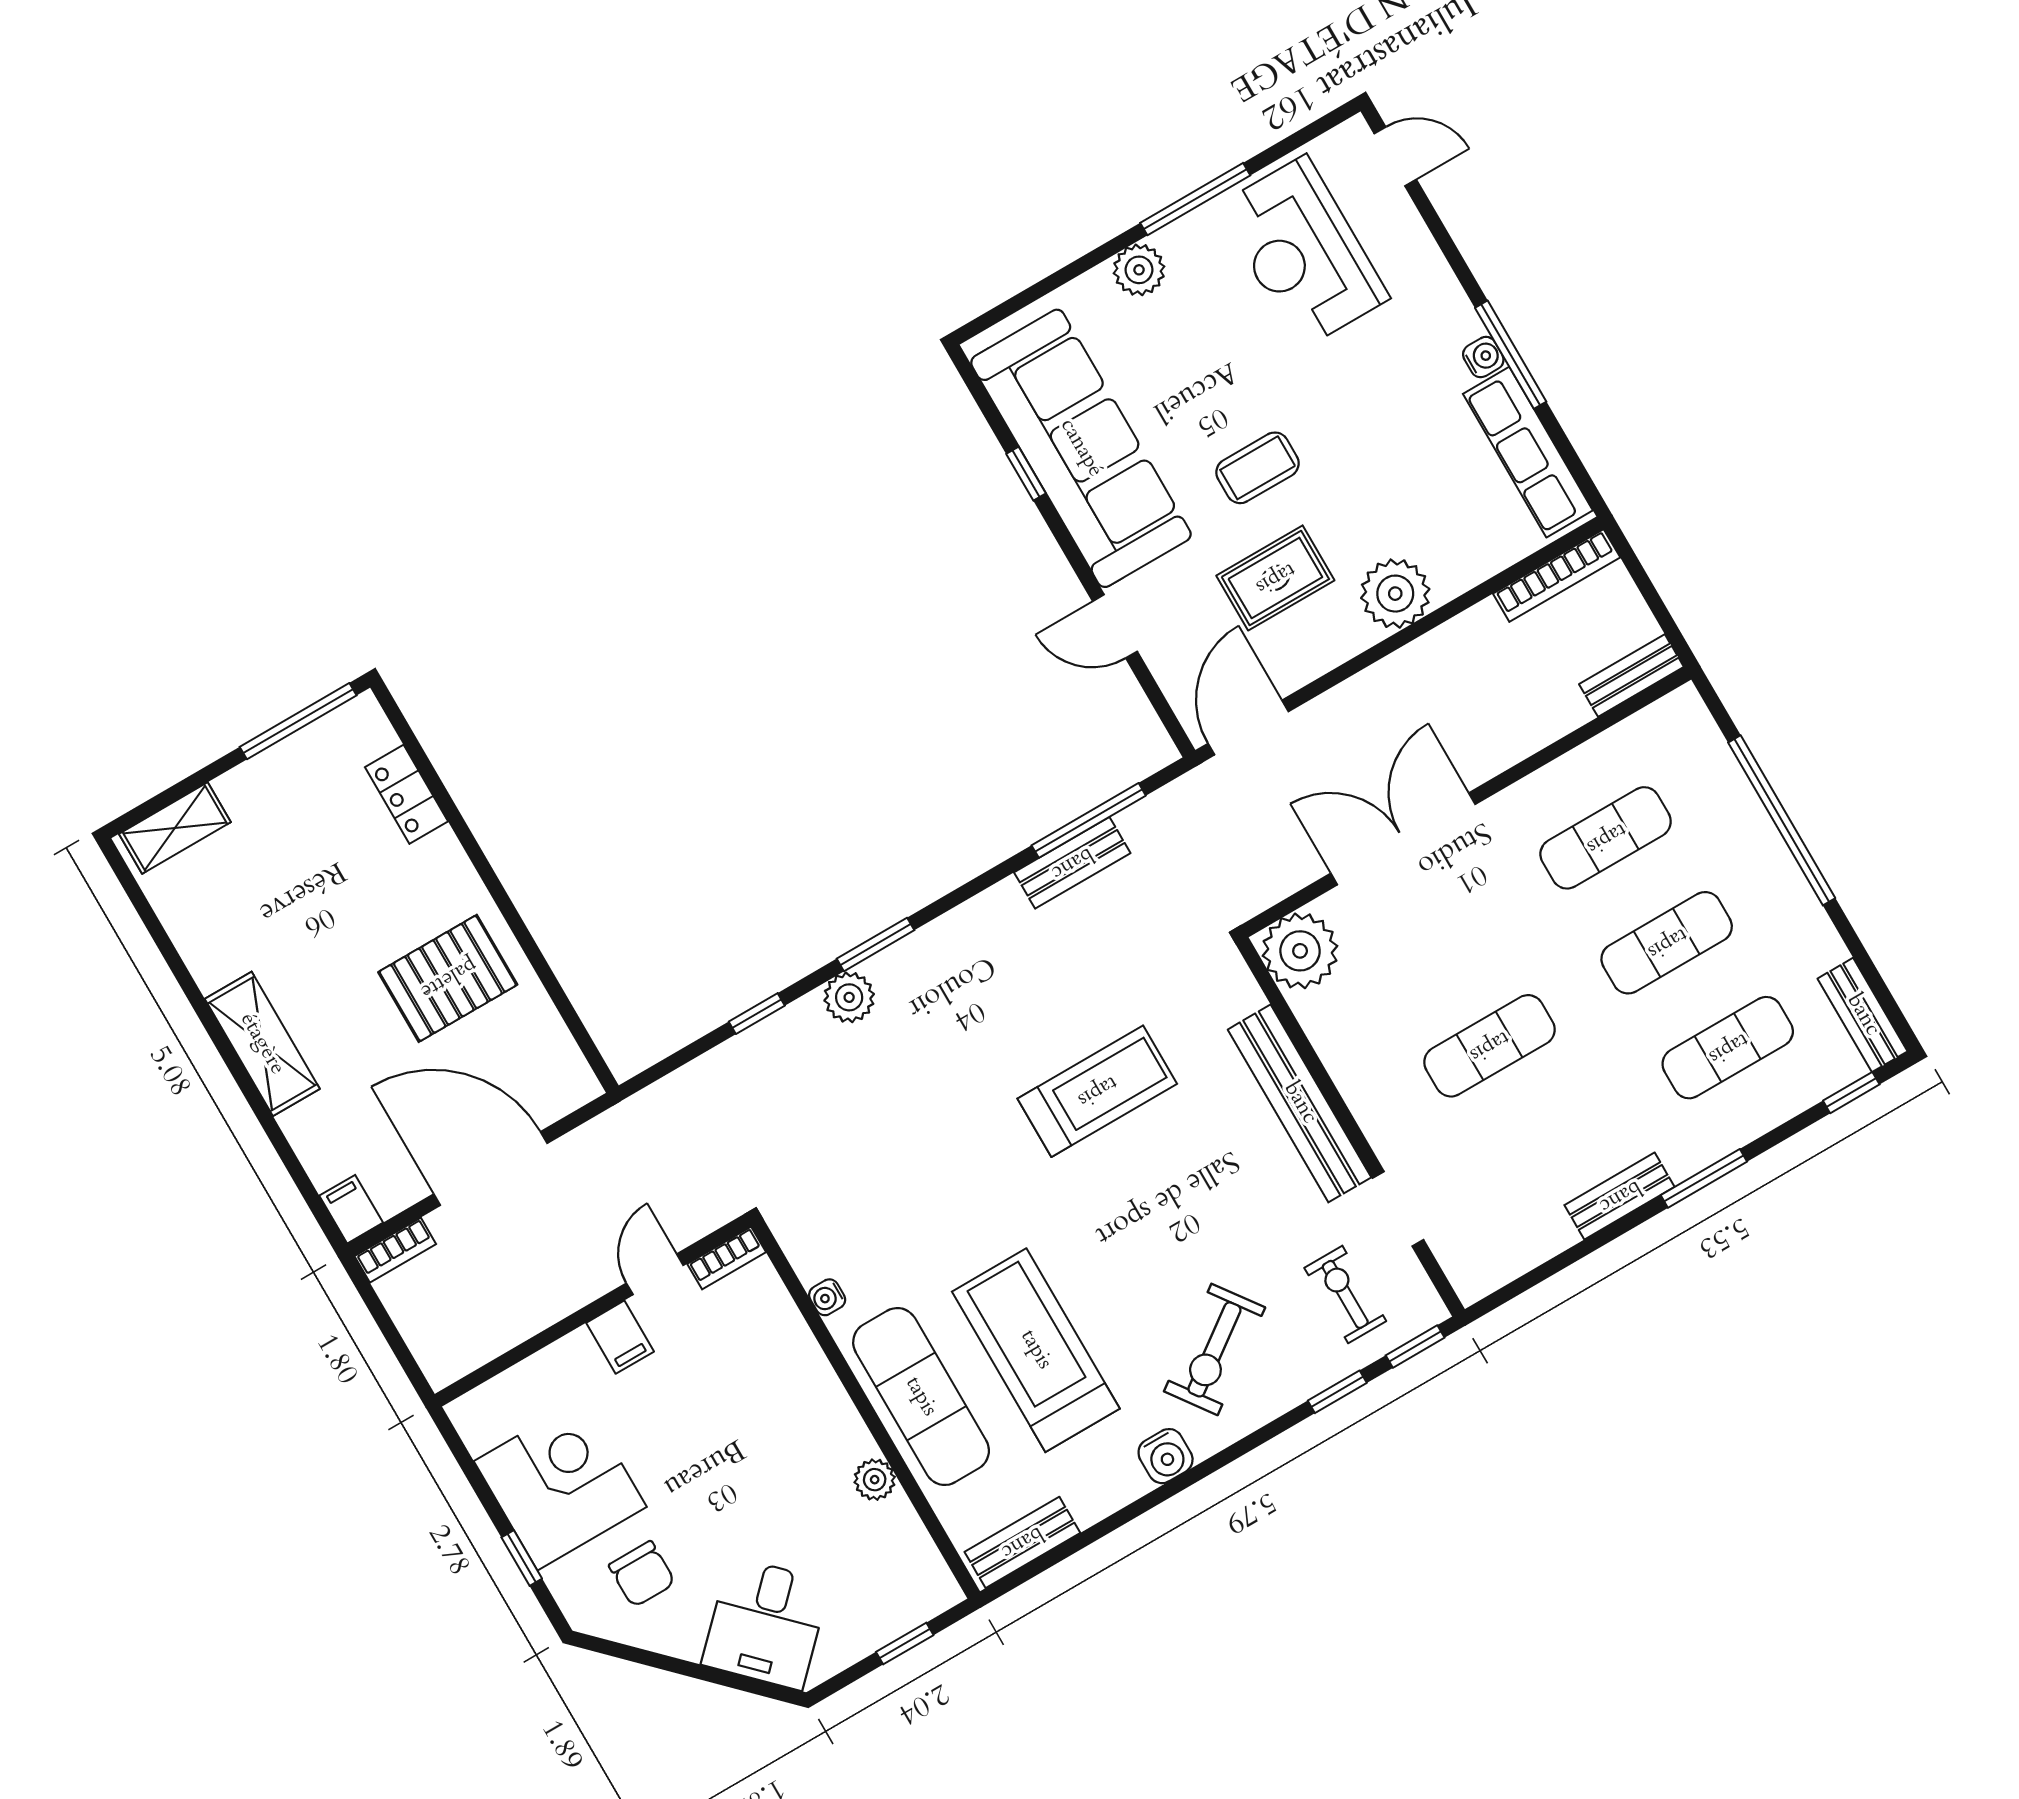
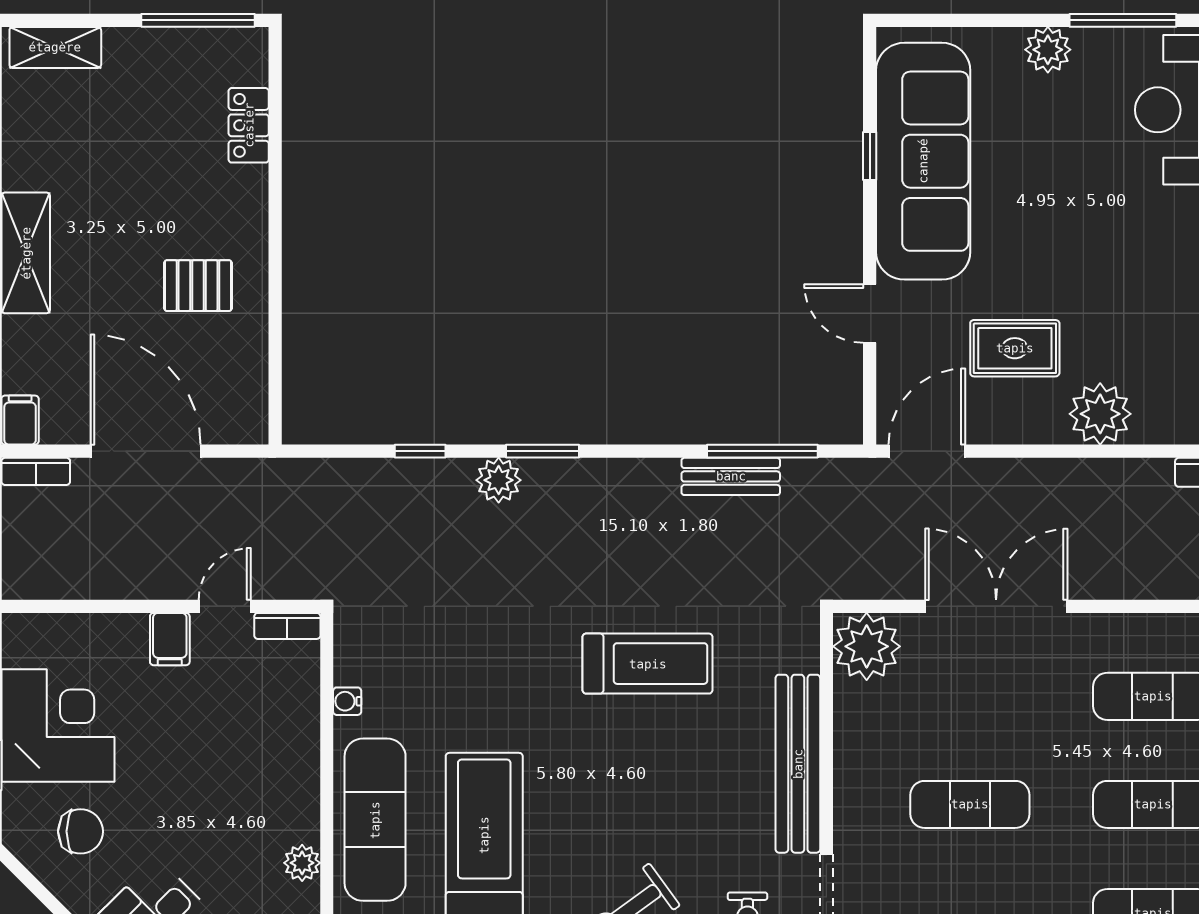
coffee table: (1258, 468) -> (1050, 255), removed
pallet: (448, 978) -> (198, 286), width x0.67, depth x0.71
chair: (642, 1574) -> (81, 831), turned -90

